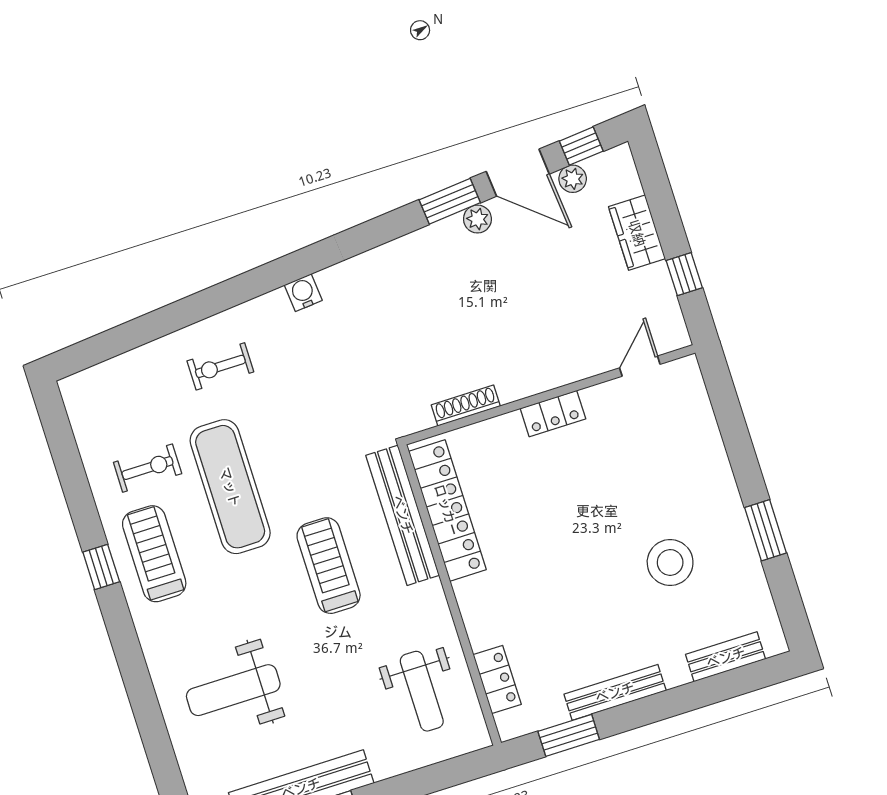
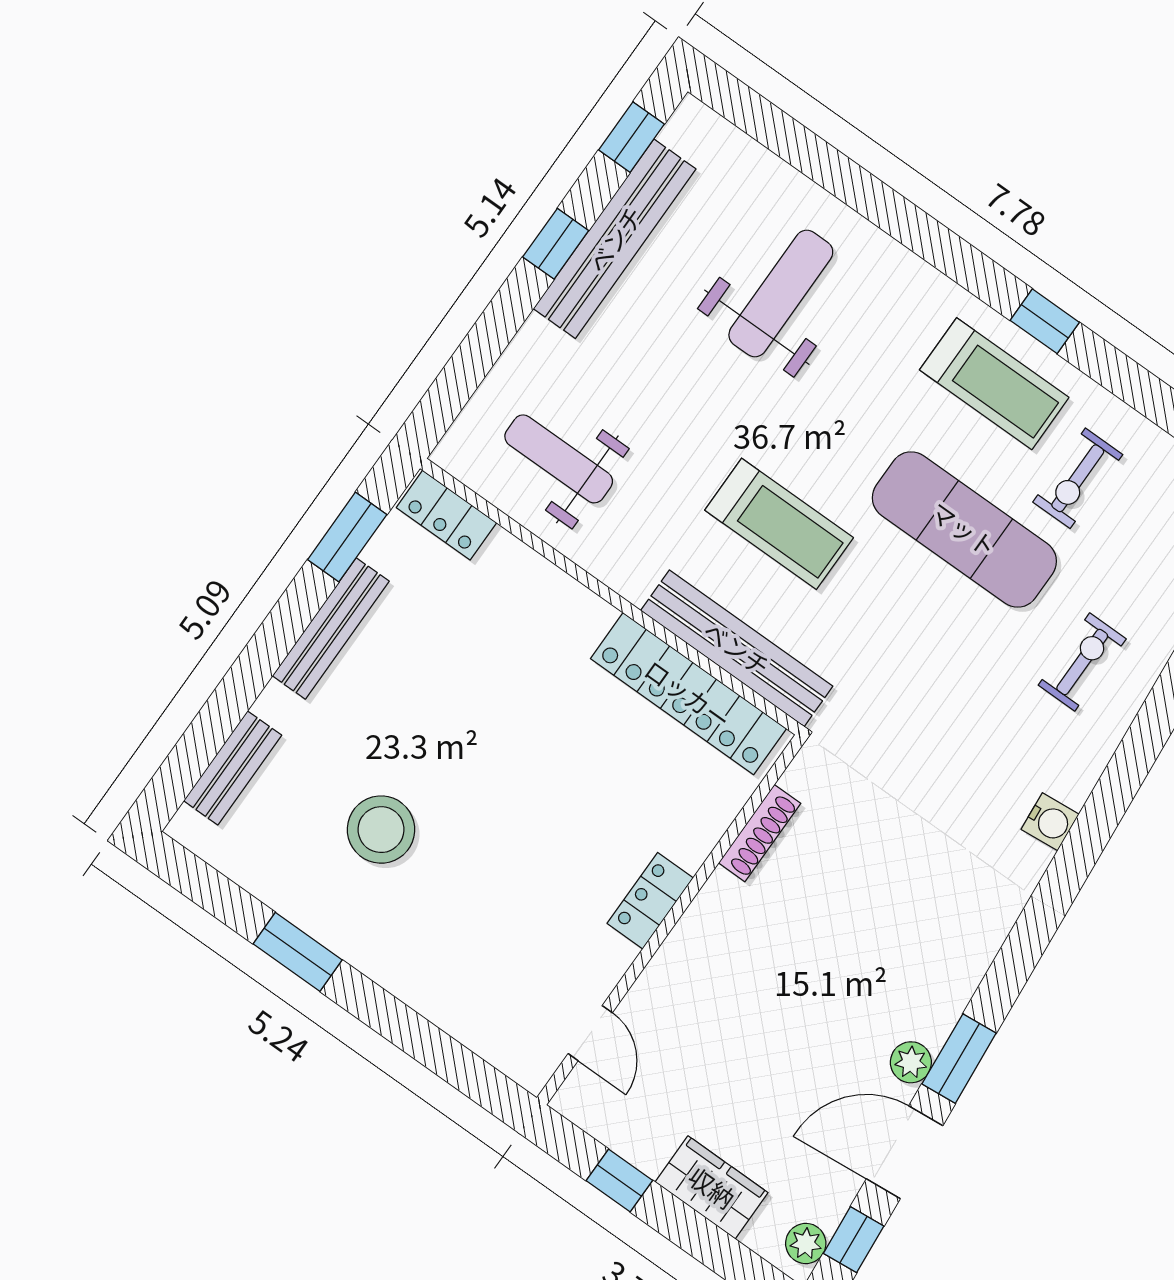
plant: (573, 179) -> (806, 1243), moved
locker: (497, 679) -> (446, 515), moved

